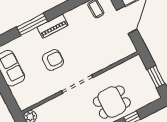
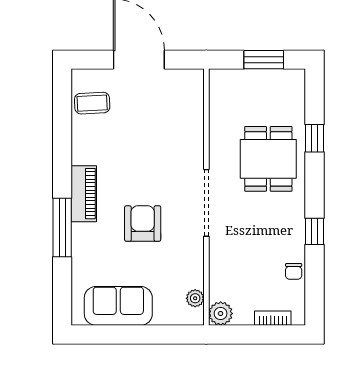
plant: (31, 101) -> (195, 298), added

